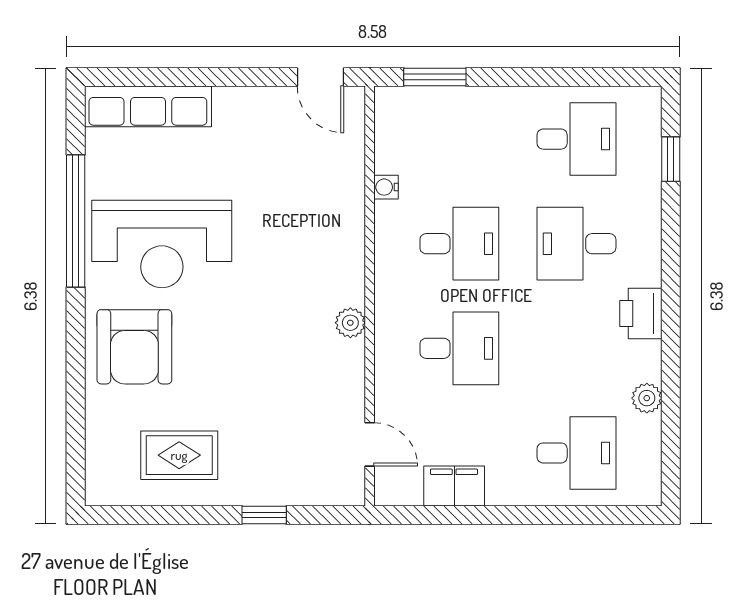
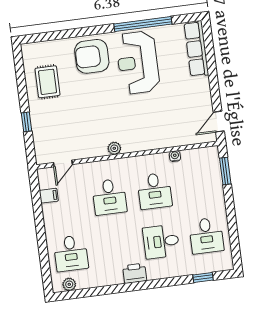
desk: (576, 244) -> (161, 242), turned -90
plant: (647, 398) -> (69, 284), moved
filing cabinet: (454, 486) -> (49, 196), width x0.50

